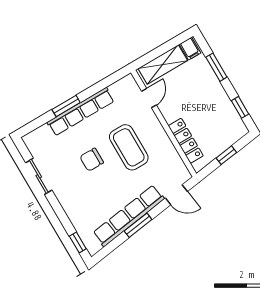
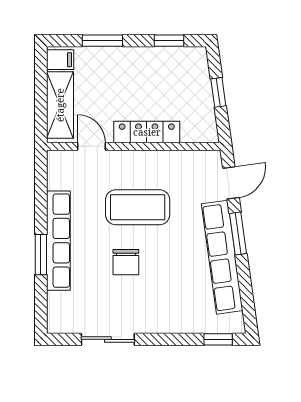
locker: (186, 141) -> (147, 132), moved
window: (138, 225) -> (238, 233), moved

